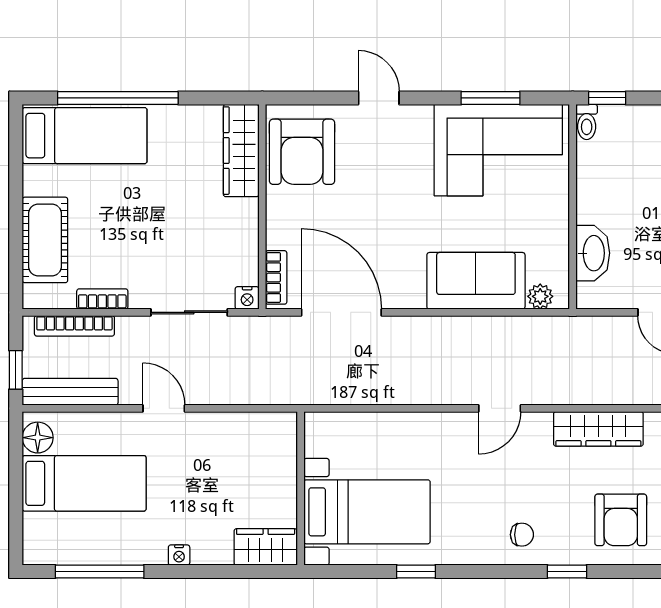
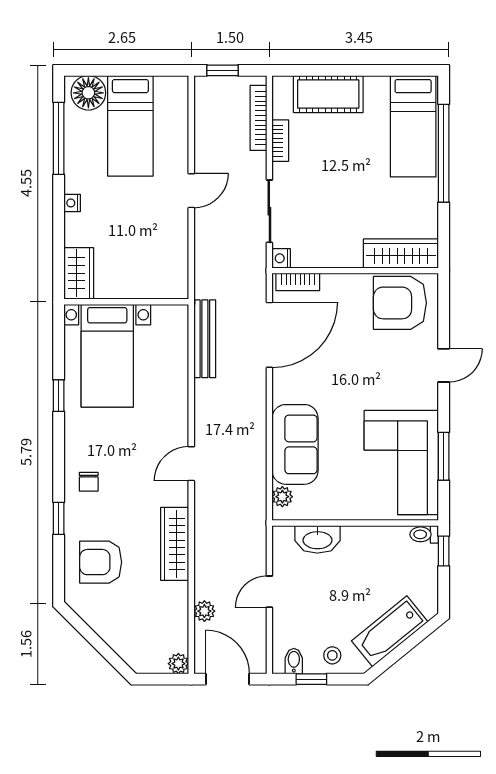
bench: (70, 392) -> (205, 339), moved
door: (500, 408) -> (191, 464), hinge flipped
floor lamp: (38, 438) -> (88, 93), moved, width x1.38, depth x1.38

